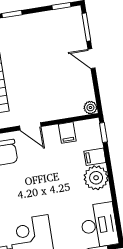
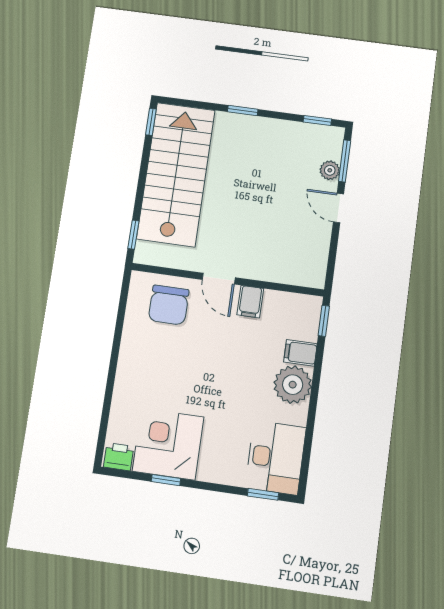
plant: (90, 108) -> (330, 170), moved
filing cabinet: (67, 133) -> (250, 302), moved

